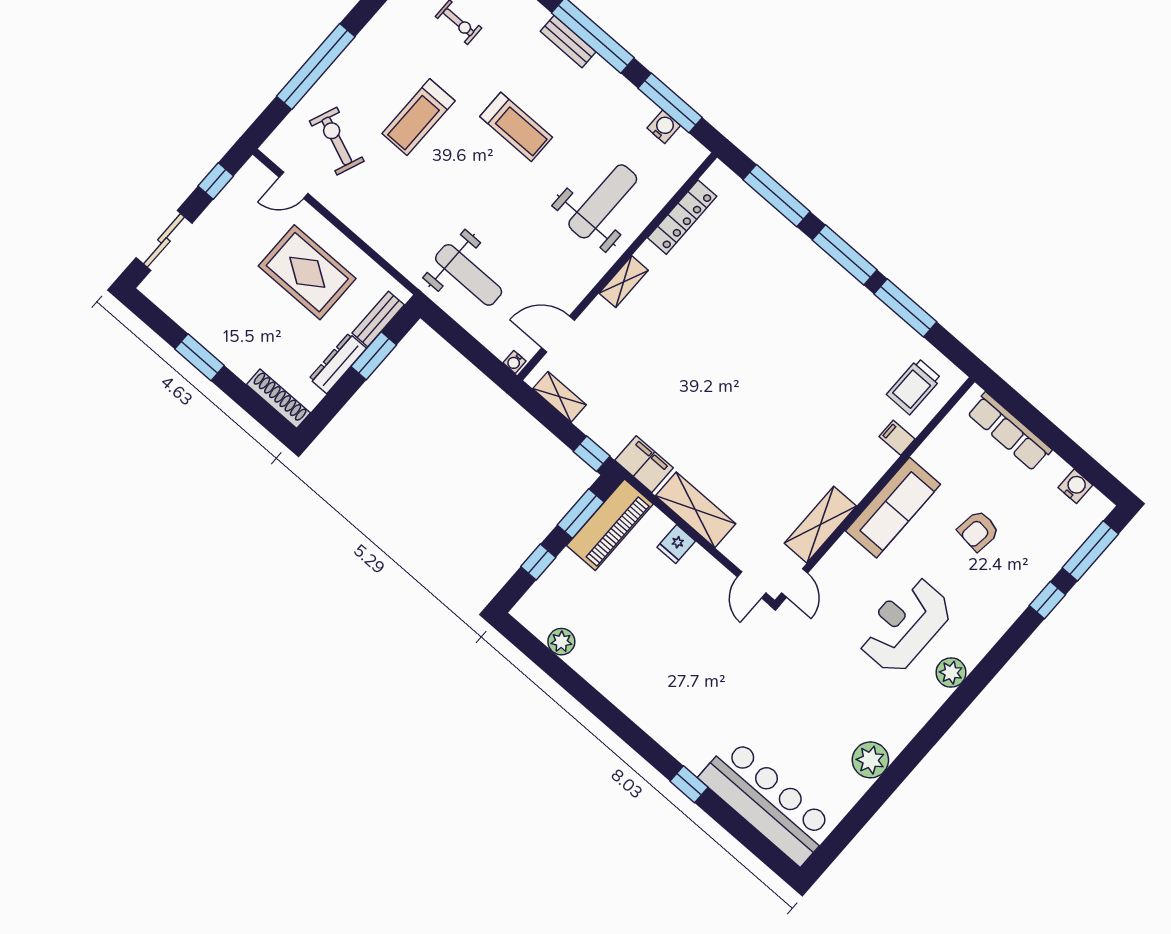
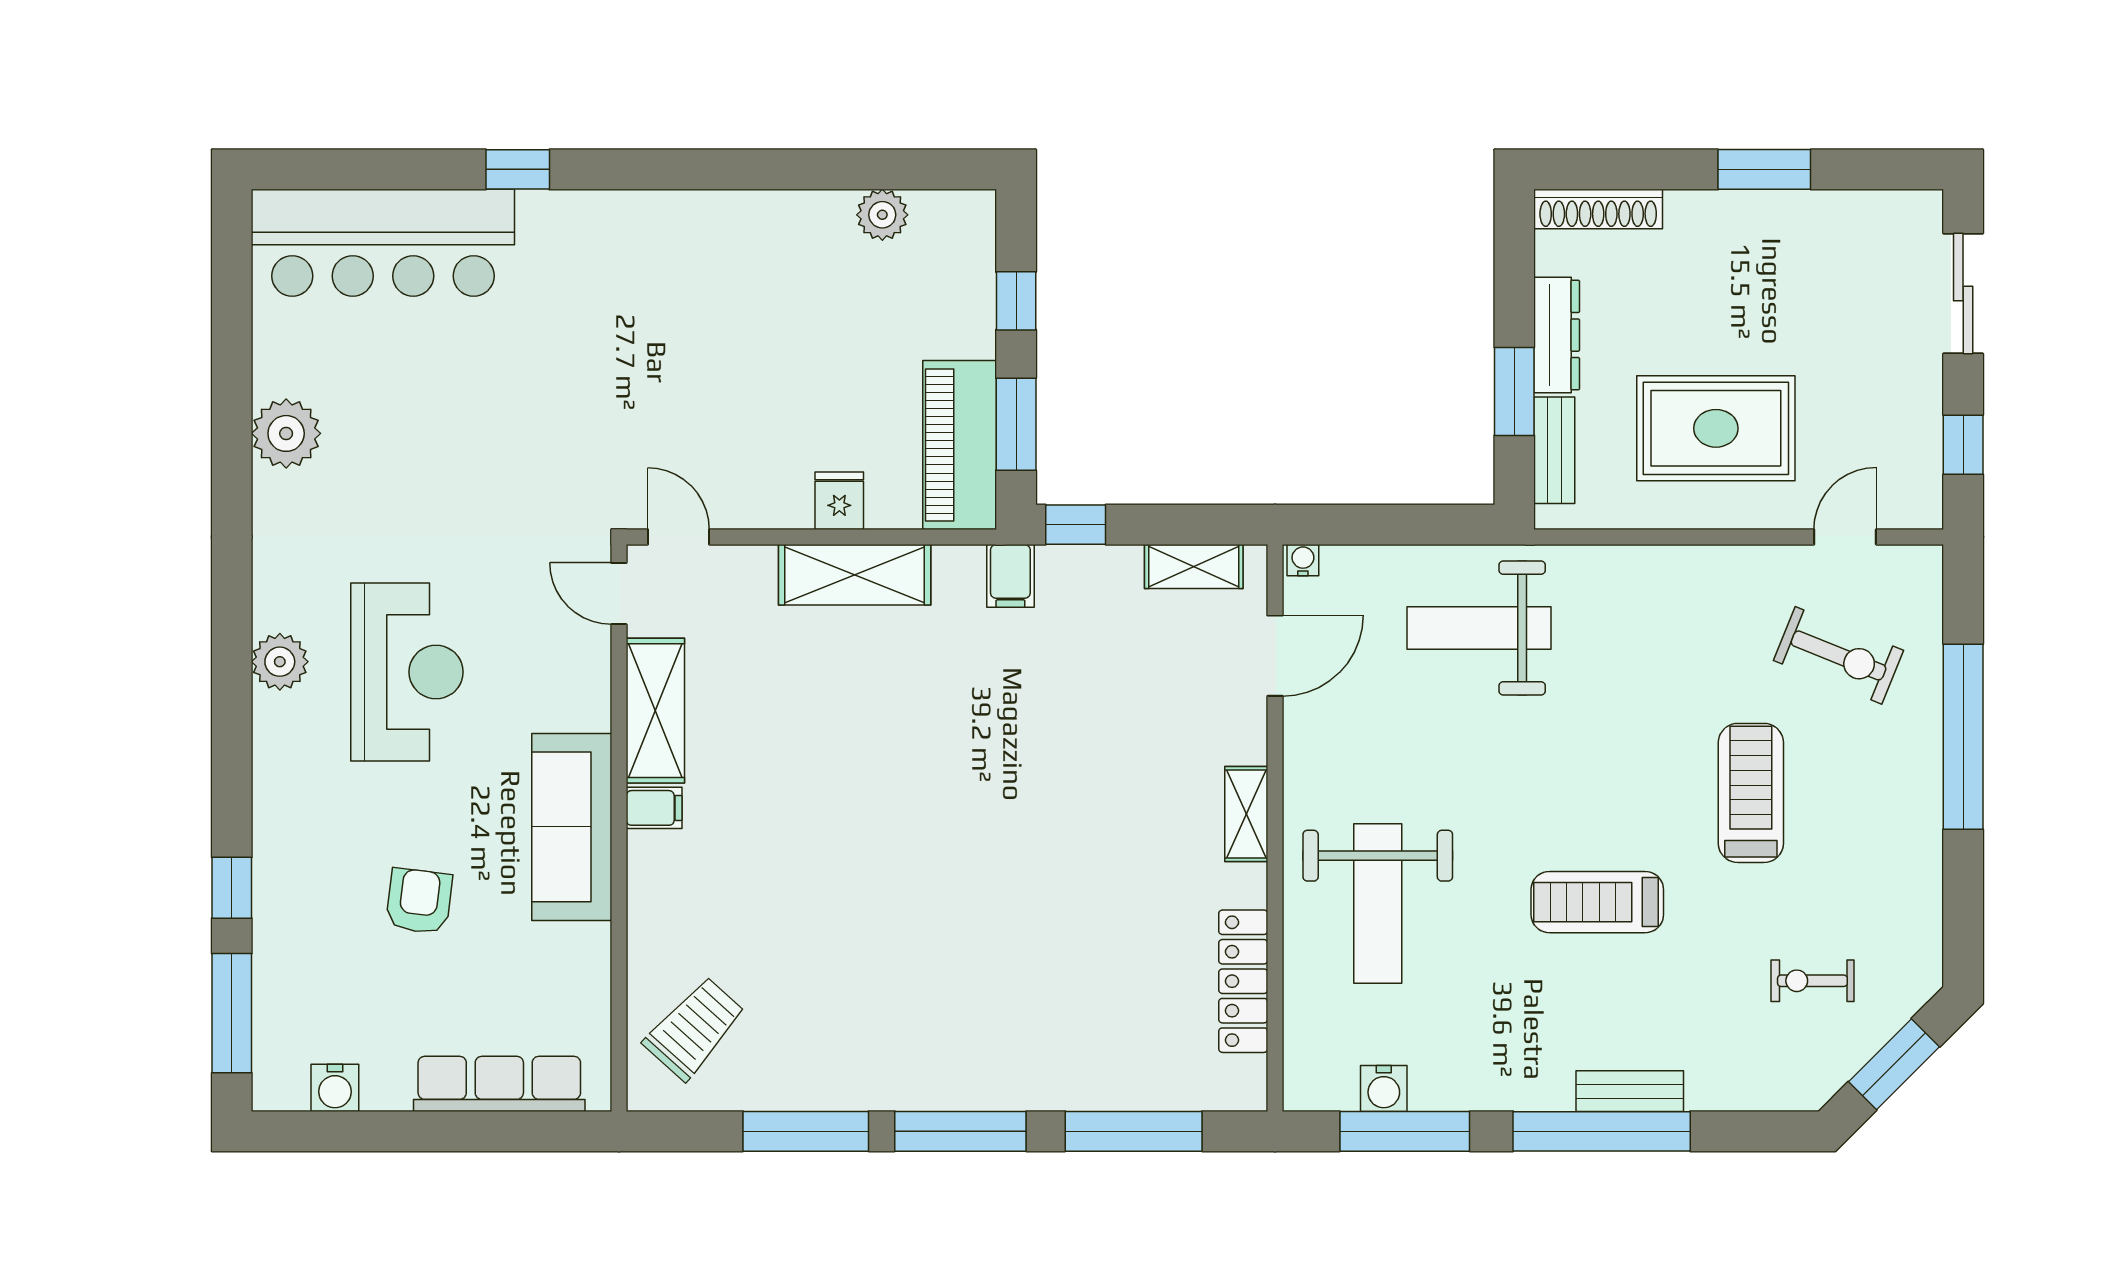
trolley: (914, 386) -> (694, 1028), turned 42
filing cabinet: (897, 438) -> (654, 808), moved
filing cabinet: (644, 464) -> (1010, 576), width x0.50

